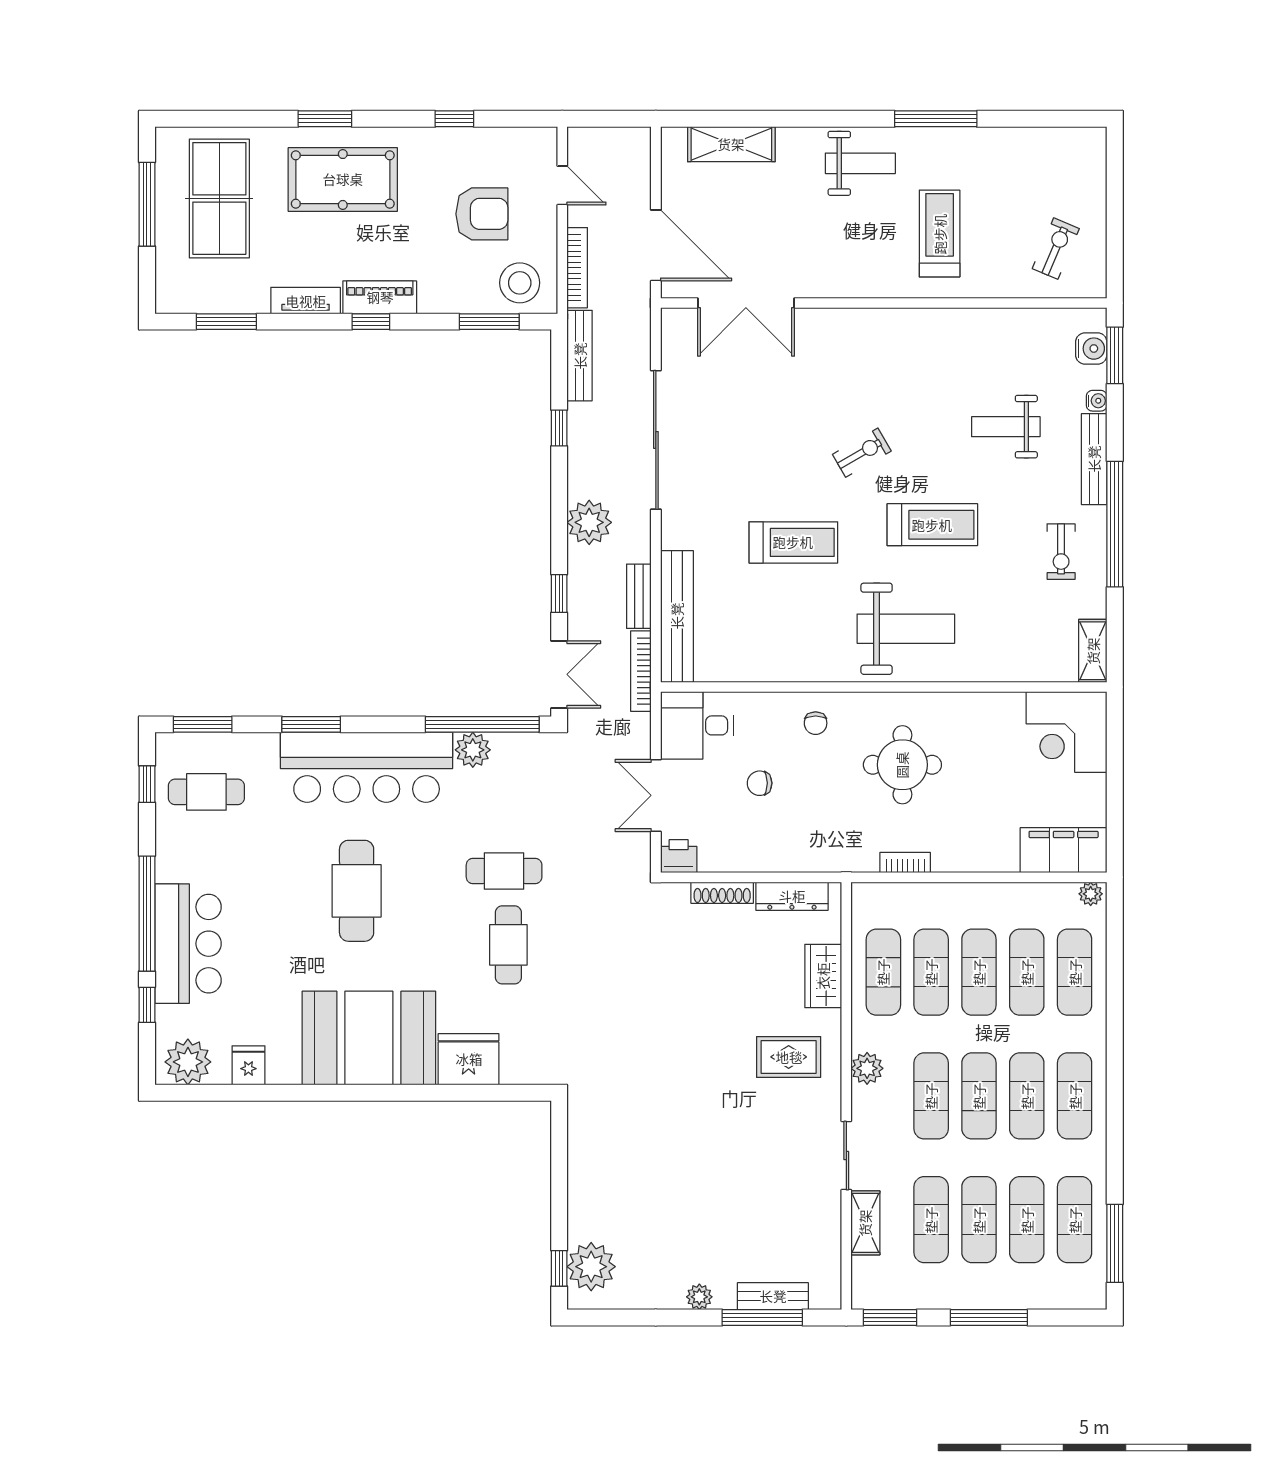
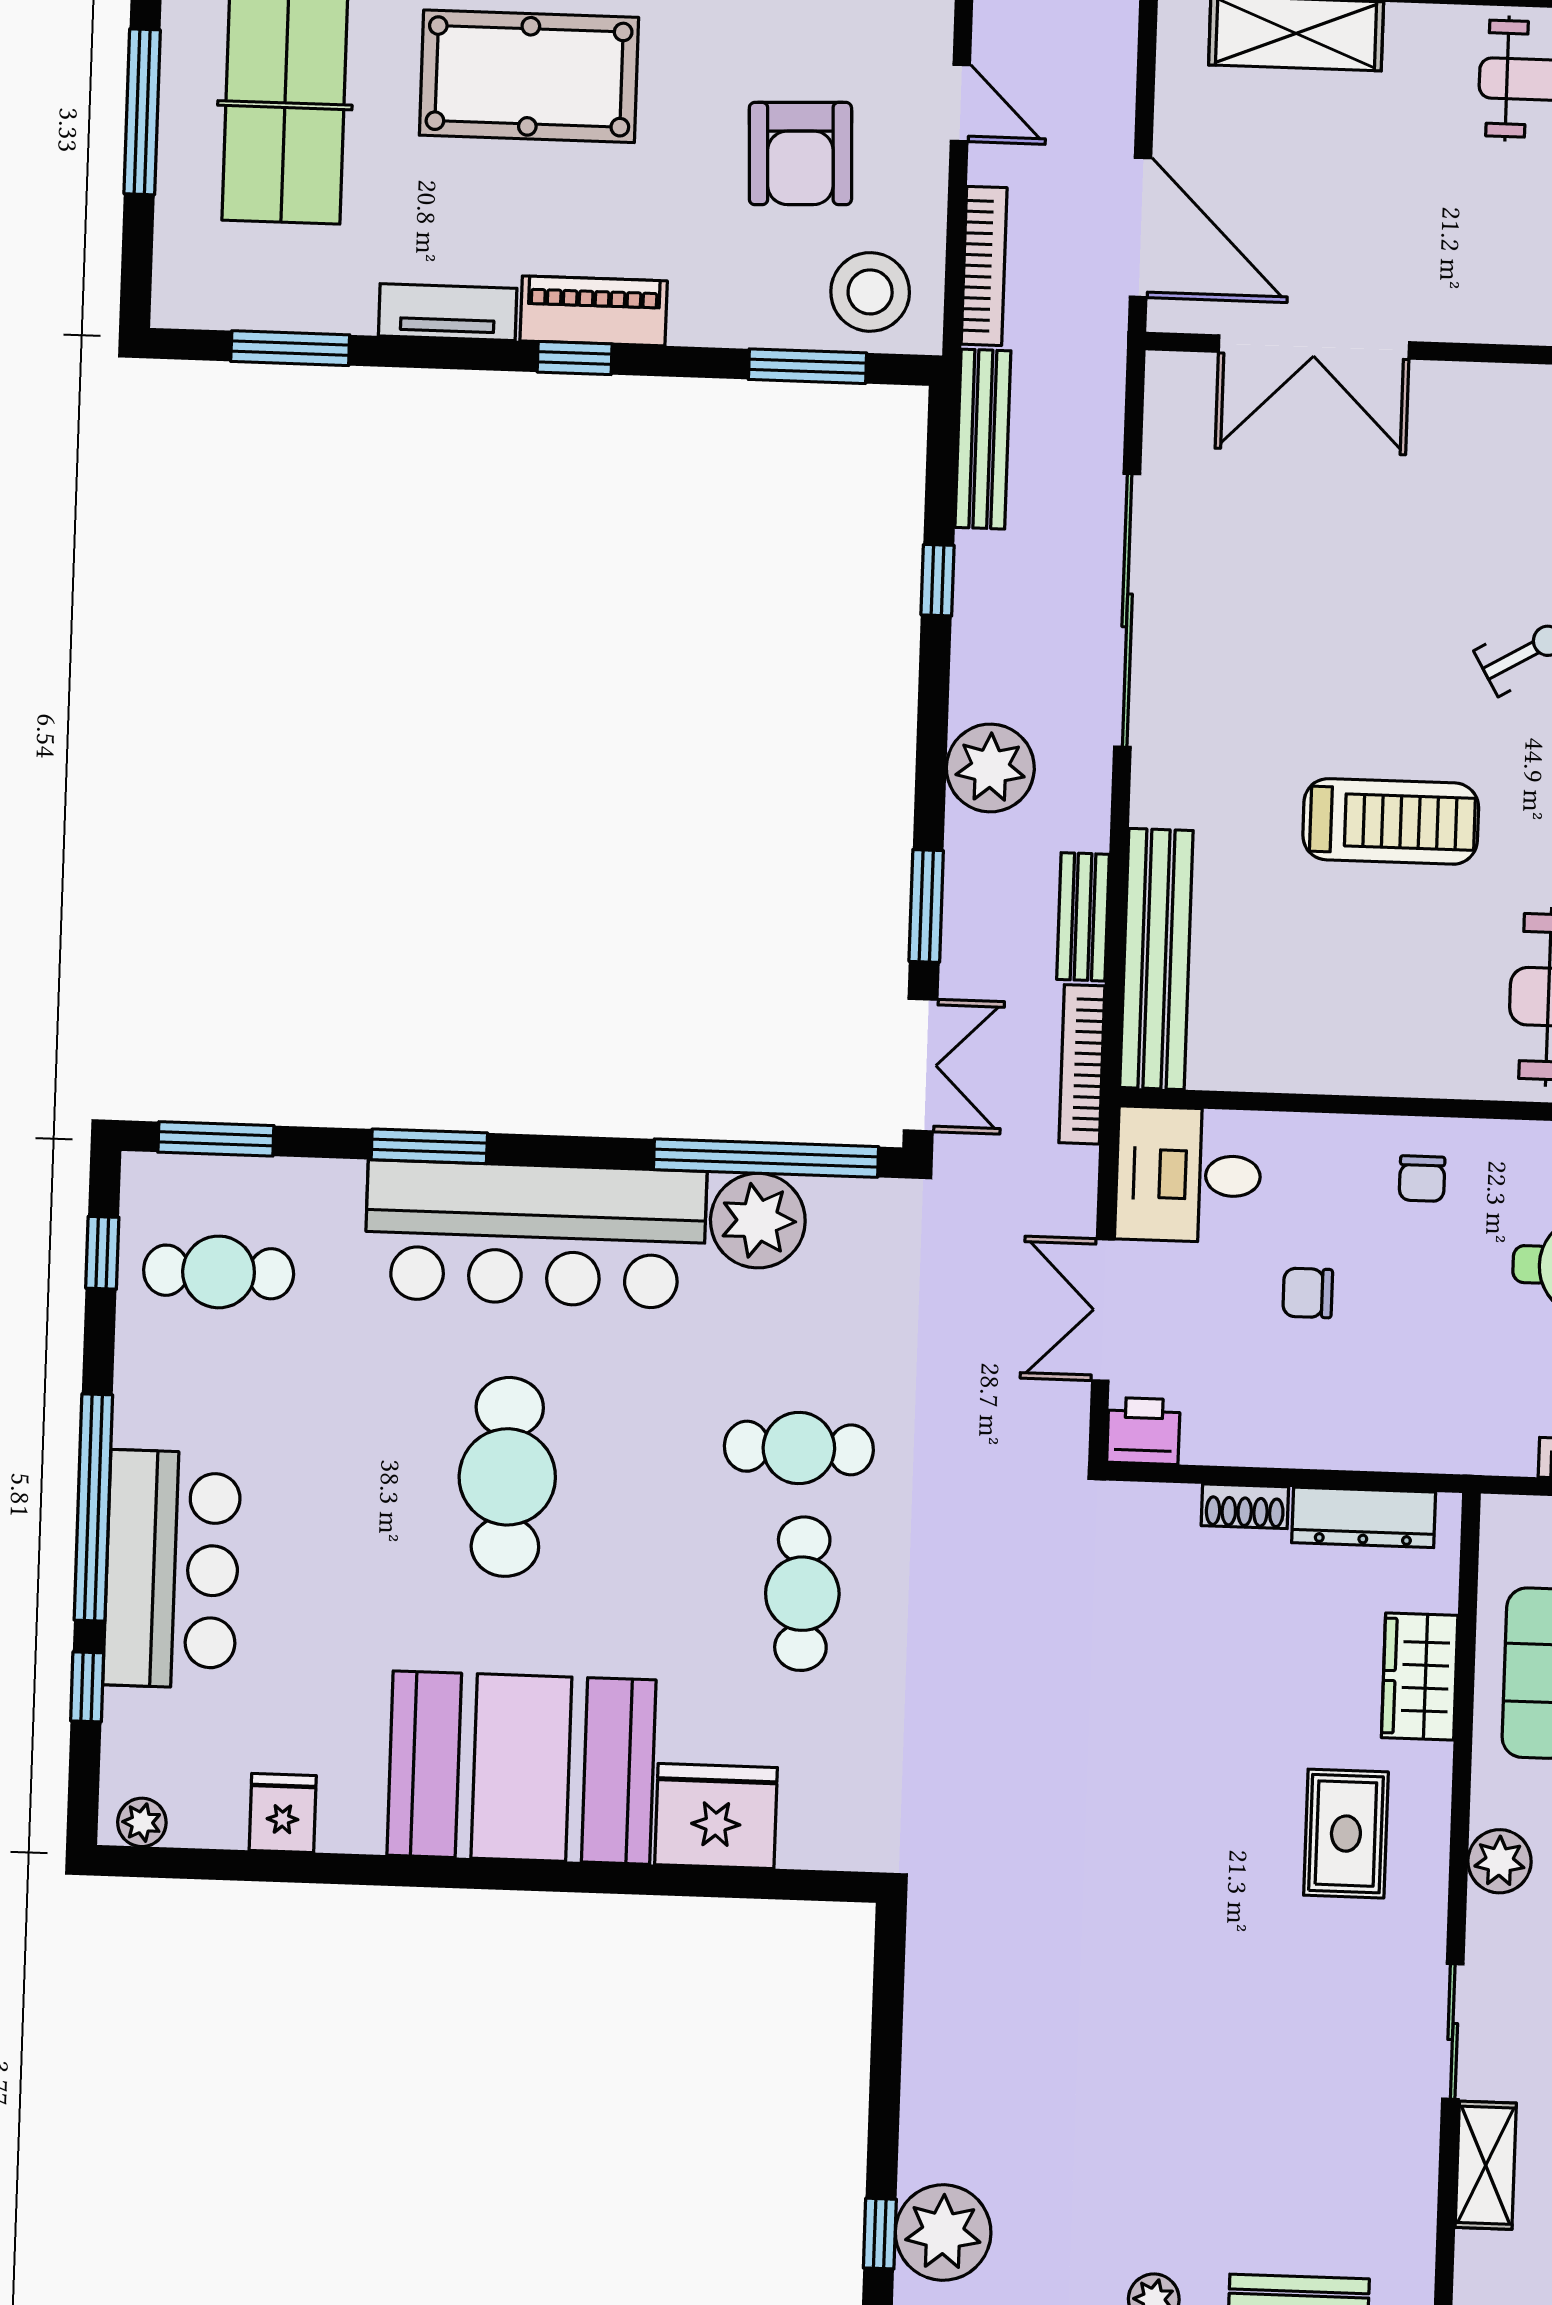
armchair: (482, 214) -> (800, 154), turned 88
window: (559, 594) -> (926, 906), width x1.50
plant: (473, 750) -> (758, 1221), width x1.36, depth x1.36
shoe rack: (722, 893) -> (1245, 1506), width x0.70
rug: (789, 1057) -> (1346, 1834), turned 90
plant: (188, 1062) -> (142, 1822), width x0.53, depth x0.53

